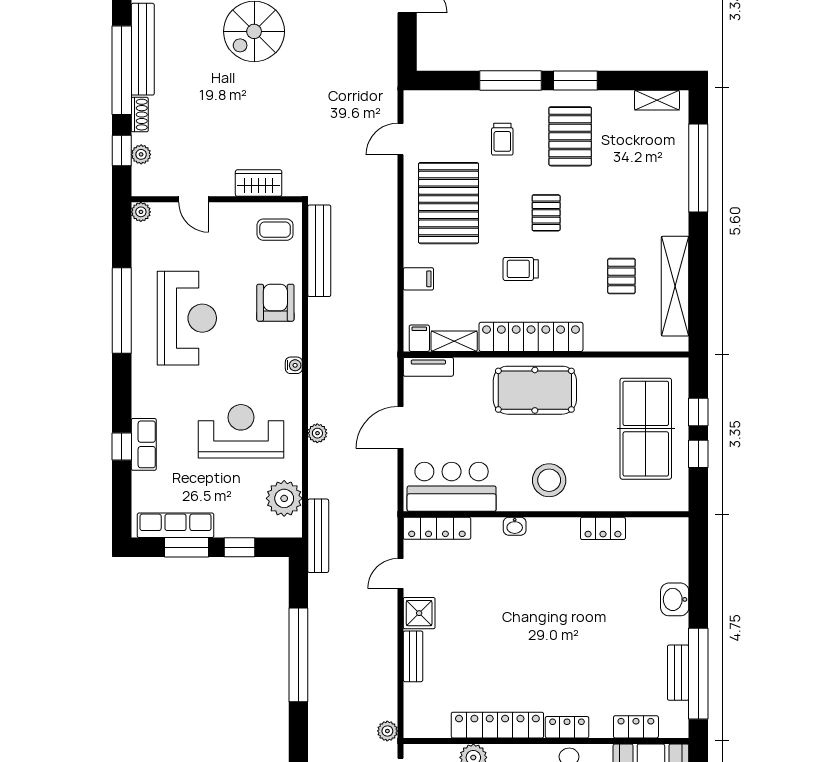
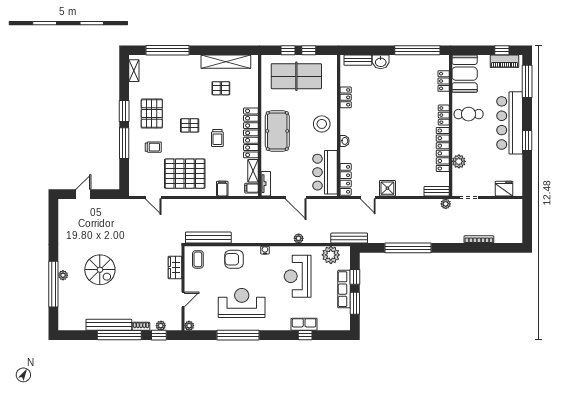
pallet: (570, 136) -> (152, 114), turned 90
row of seats: (176, 525) -> (344, 289), moved
bench: (413, 656) -> (437, 191), moved
bench: (678, 673) -> (358, 60), moved

